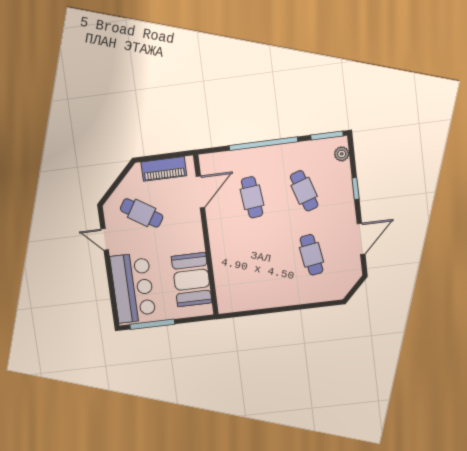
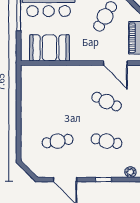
cafe table: (304, 191) -> (107, 141), turned 30
cafe table: (252, 197) -> (107, 102), turned 30

